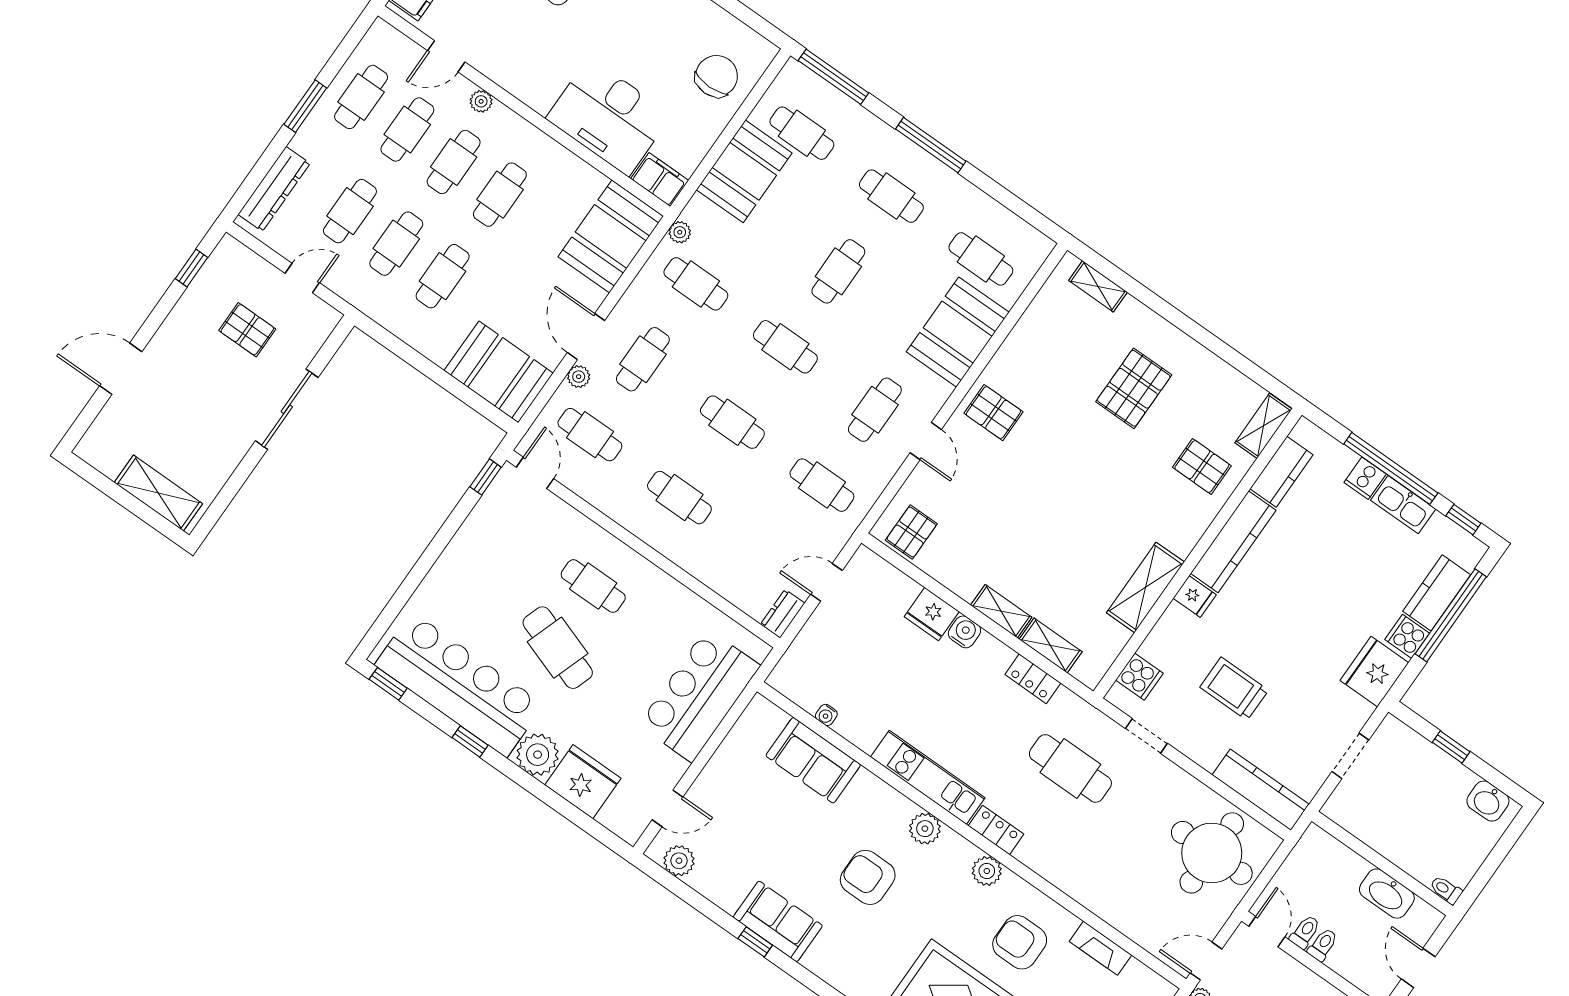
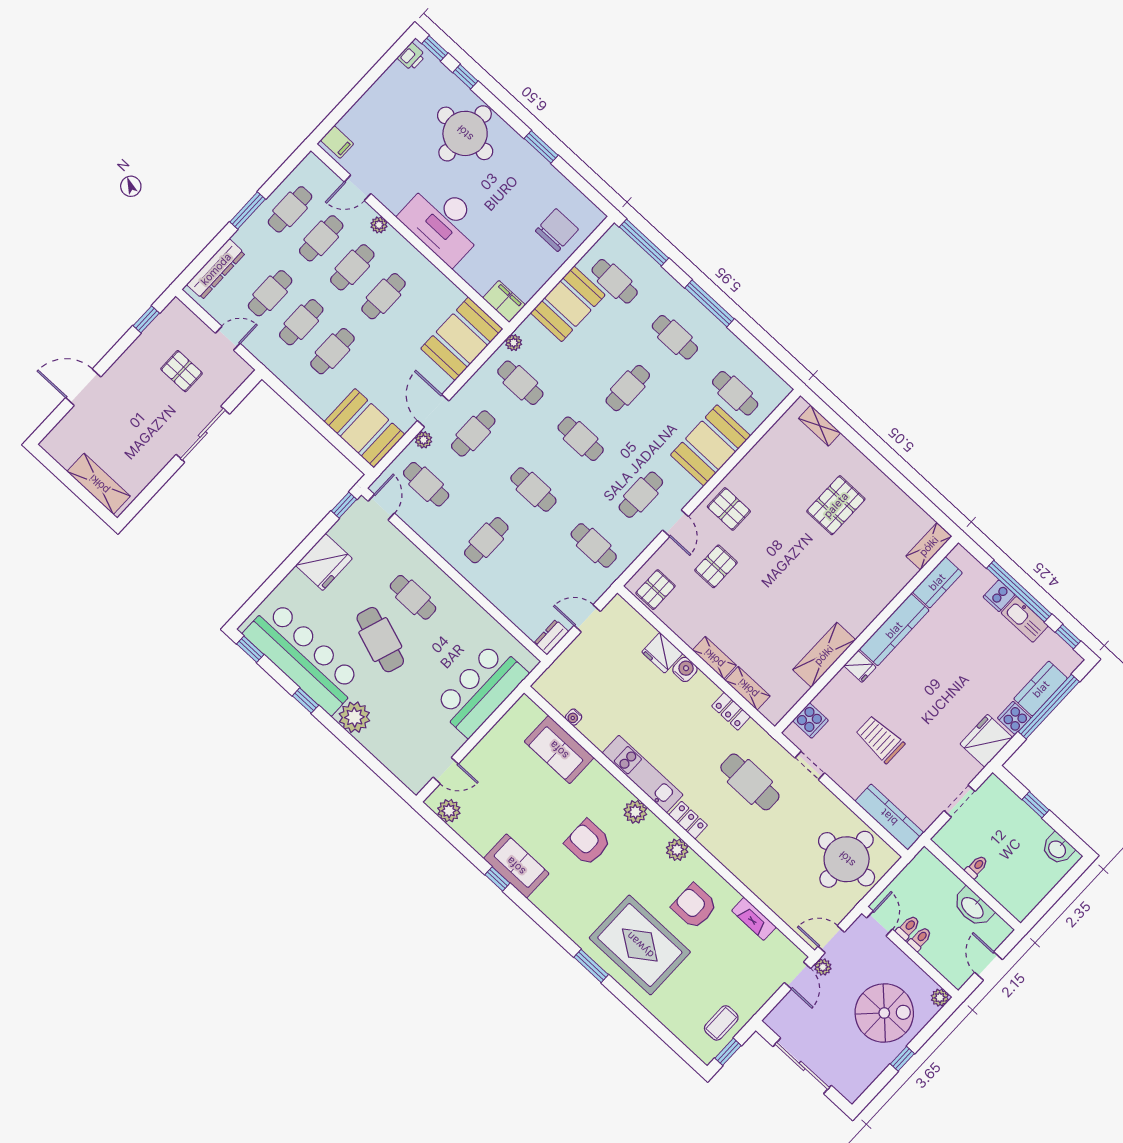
desk: (609, 117) -> (443, 222), moved
pallet: (1202, 467) -> (716, 566), moved, turned 90
cafe table: (679, 498) -> (486, 540), turned 90
fridge: (583, 782) -> (324, 562), moved, turned 90
toilet: (1446, 890) -> (977, 867), moved, turned 90

